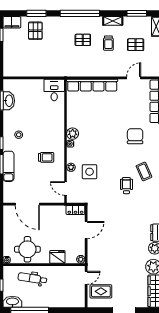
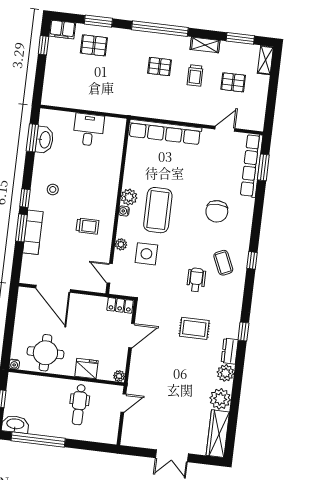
pallet: (35, 31) -> (94, 45), turned 90
desk: (54, 90) -> (89, 130), moved
chair: (135, 136) -> (217, 211), turned 180
coffee table: (94, 140) -> (158, 210), added
dental chair: (32, 278) -> (79, 405), moved, turned -99
rug: (101, 291) -> (194, 328), moved

